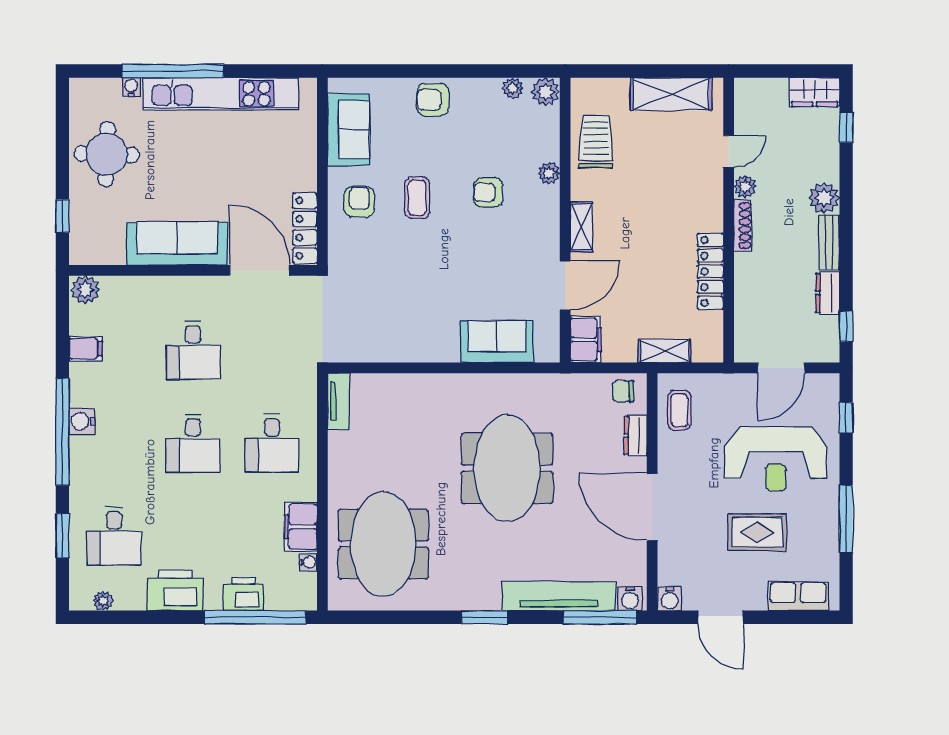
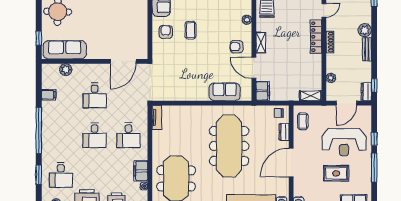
plant: (745, 187) -> (331, 78), moved
armchair: (488, 192) -> (236, 47), moved
locker: (305, 228) -> (143, 43), removed
sofa: (177, 244) -> (65, 50), moved
door: (260, 270) -> (123, 61), swing flipped
locker: (710, 271) -> (316, 37), moved
door: (565, 286) -> (254, 68), swing flipped
plant: (85, 290) -> (66, 70), moved
dresser: (828, 293) -> (366, 92), moved
shelving: (665, 351) -> (311, 96), moved
window: (846, 418) -> (374, 139), moved
water cooler: (82, 421) -> (47, 126), removed
meeting table: (507, 468) -> (229, 146), width x1.36
door: (652, 507) -> (291, 163), hinge flipped

